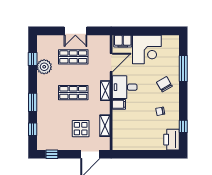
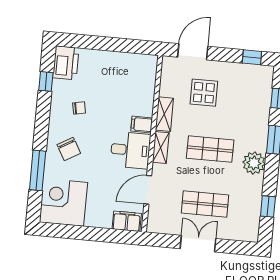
corner desk: (147, 49) -> (63, 202), moved
plant: (44, 67) -> (254, 163), moved
shelving: (105, 126) -> (164, 114), moved

